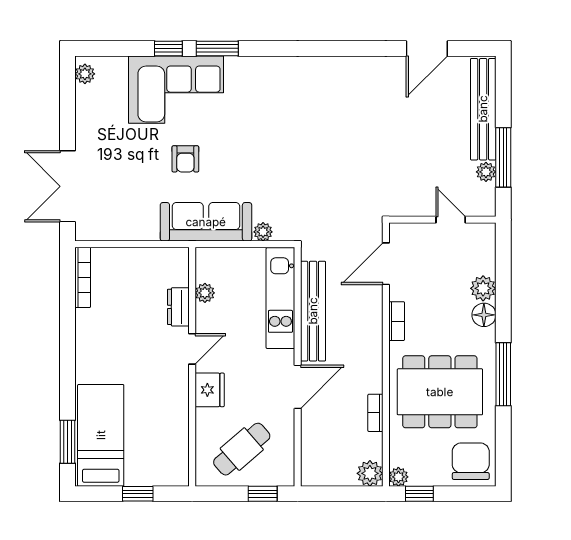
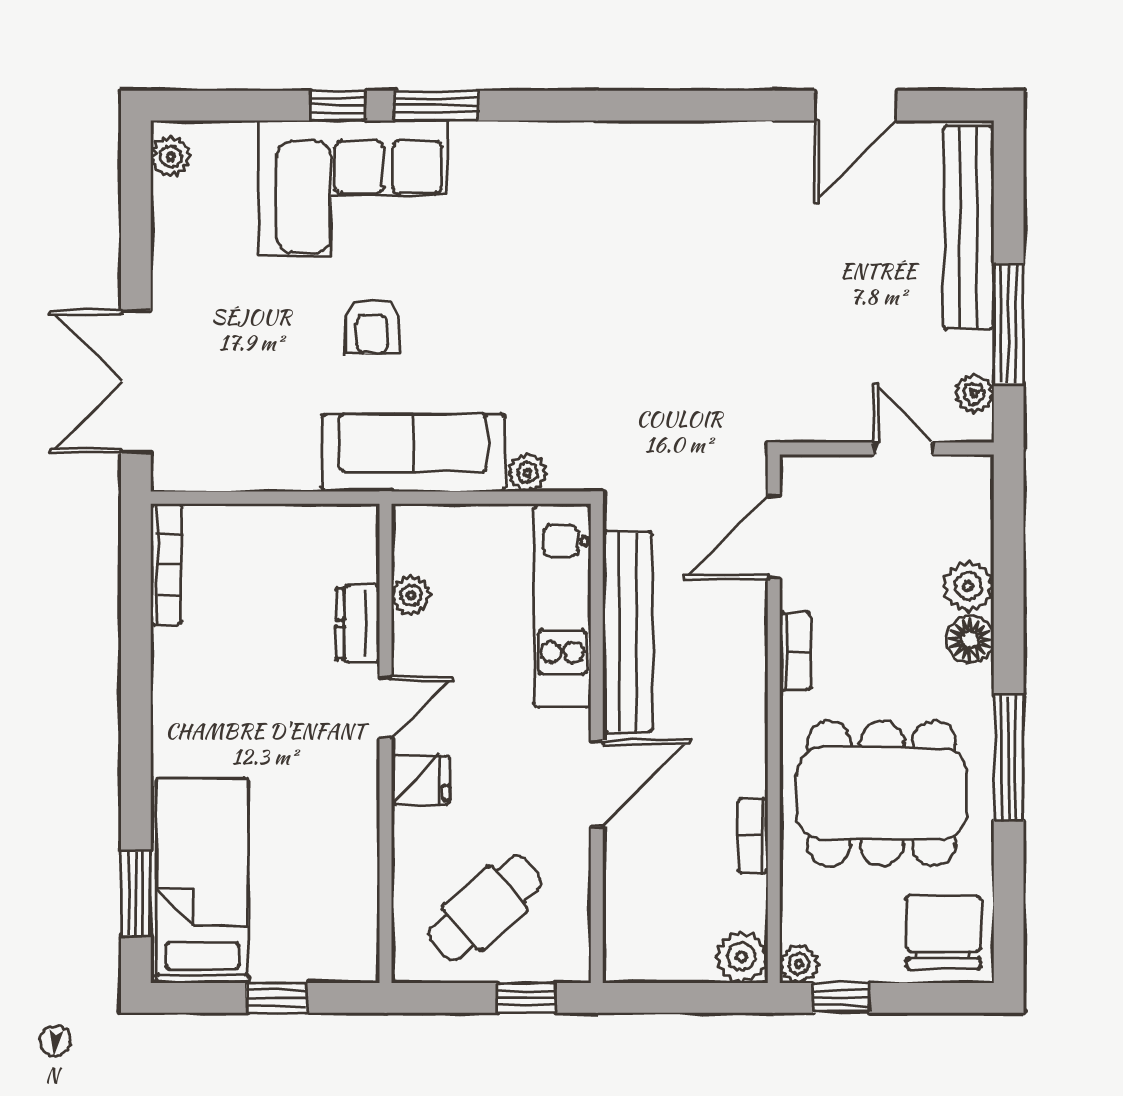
plant: (486, 172) -> (974, 393), moved
fridge: (210, 390) -> (421, 780), width x0.72

